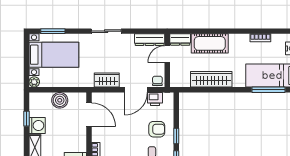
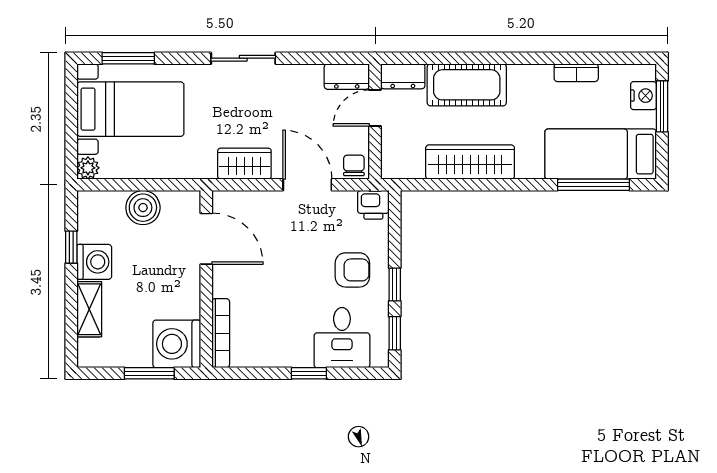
dresser: (150, 40) -> (347, 77), width x0.70
door: (136, 90) -> (307, 185), swing flipped
printer: (155, 99) -> (373, 205), moved

